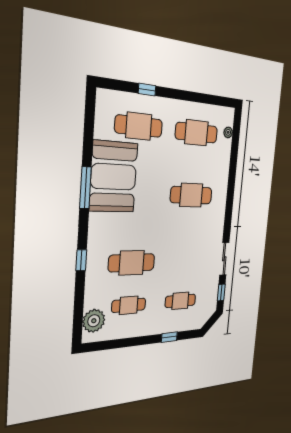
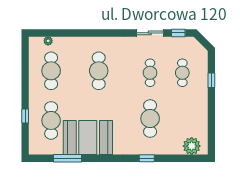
window: (85, 188) -> (67, 158), moved
cafe table: (129, 305) -> (150, 73), moved

